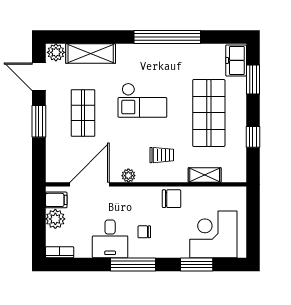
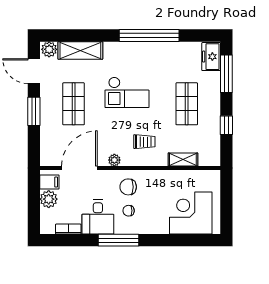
window: (253, 80) -> (226, 74), width x1.44
shop shelf: (209, 113) -> (187, 104), width x0.70, depth x0.74
chair: (172, 199) -> (128, 187), moved, turned 180
bookcase: (60, 252) -> (68, 229), moved
window: (197, 264) -> (176, 240), removed

